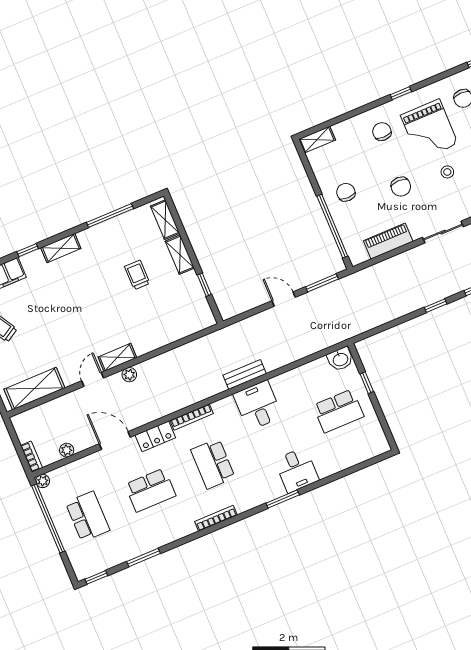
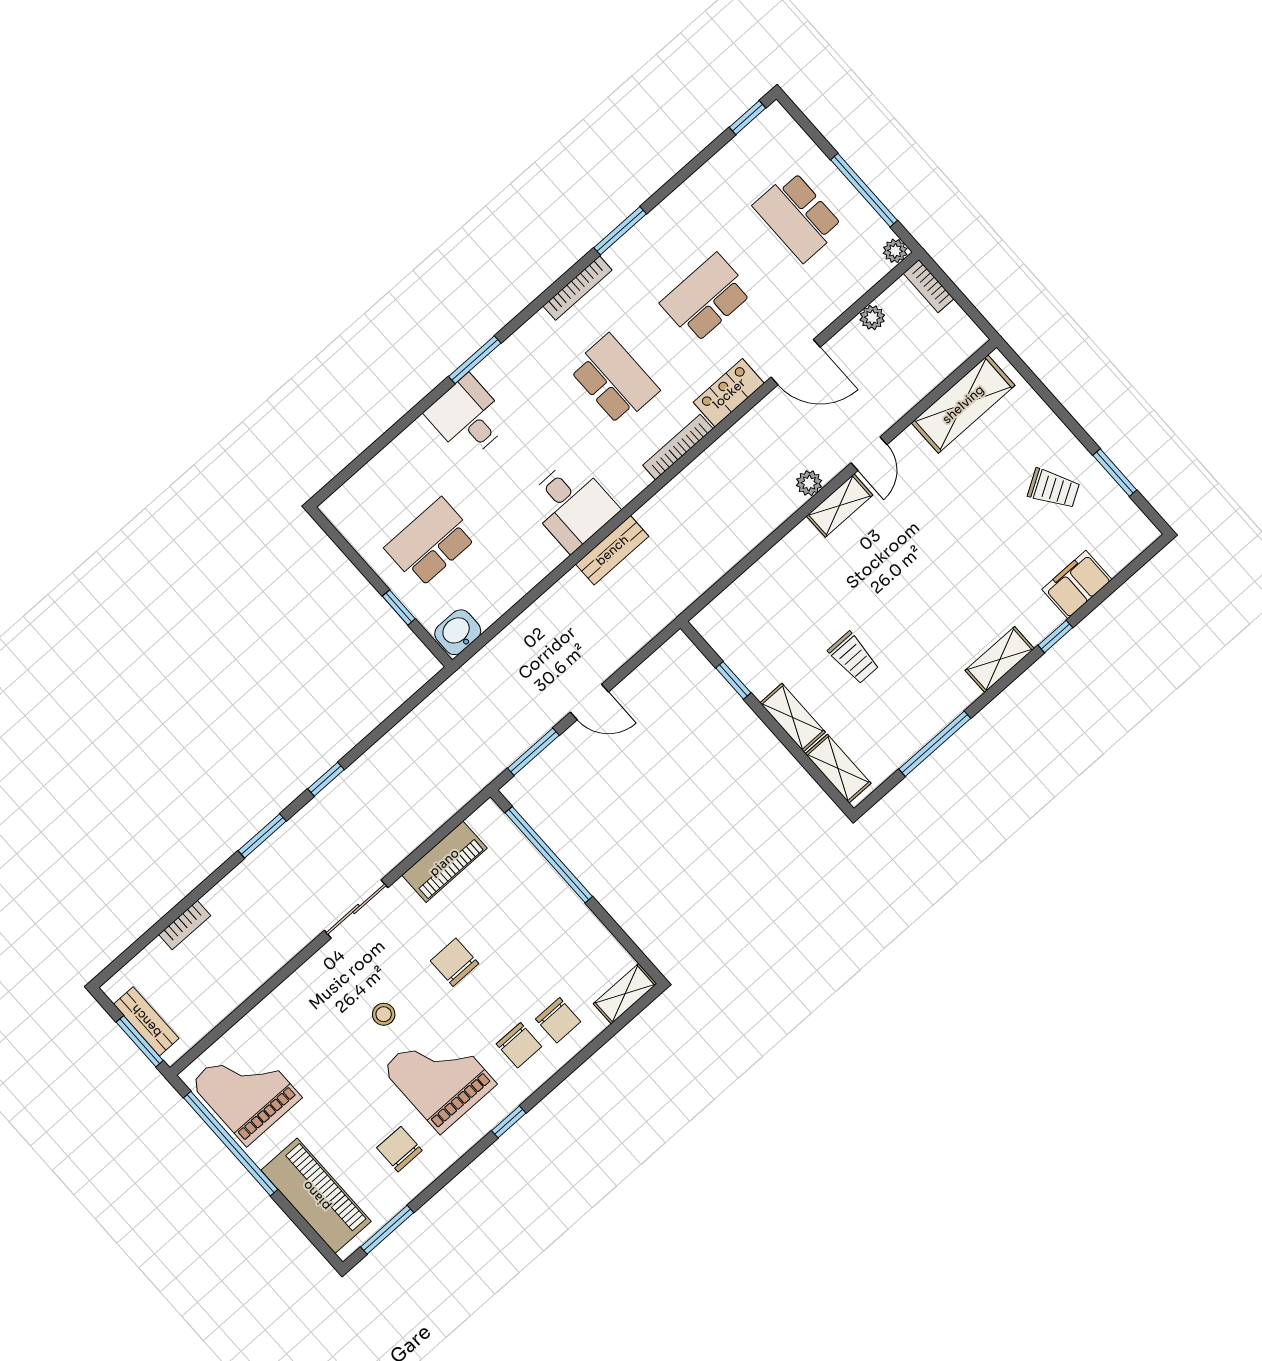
chair: (346, 192) -> (558, 1020), moved
window: (48, 518) -> (864, 190), width x0.68
window: (143, 557) -> (620, 231), moved

